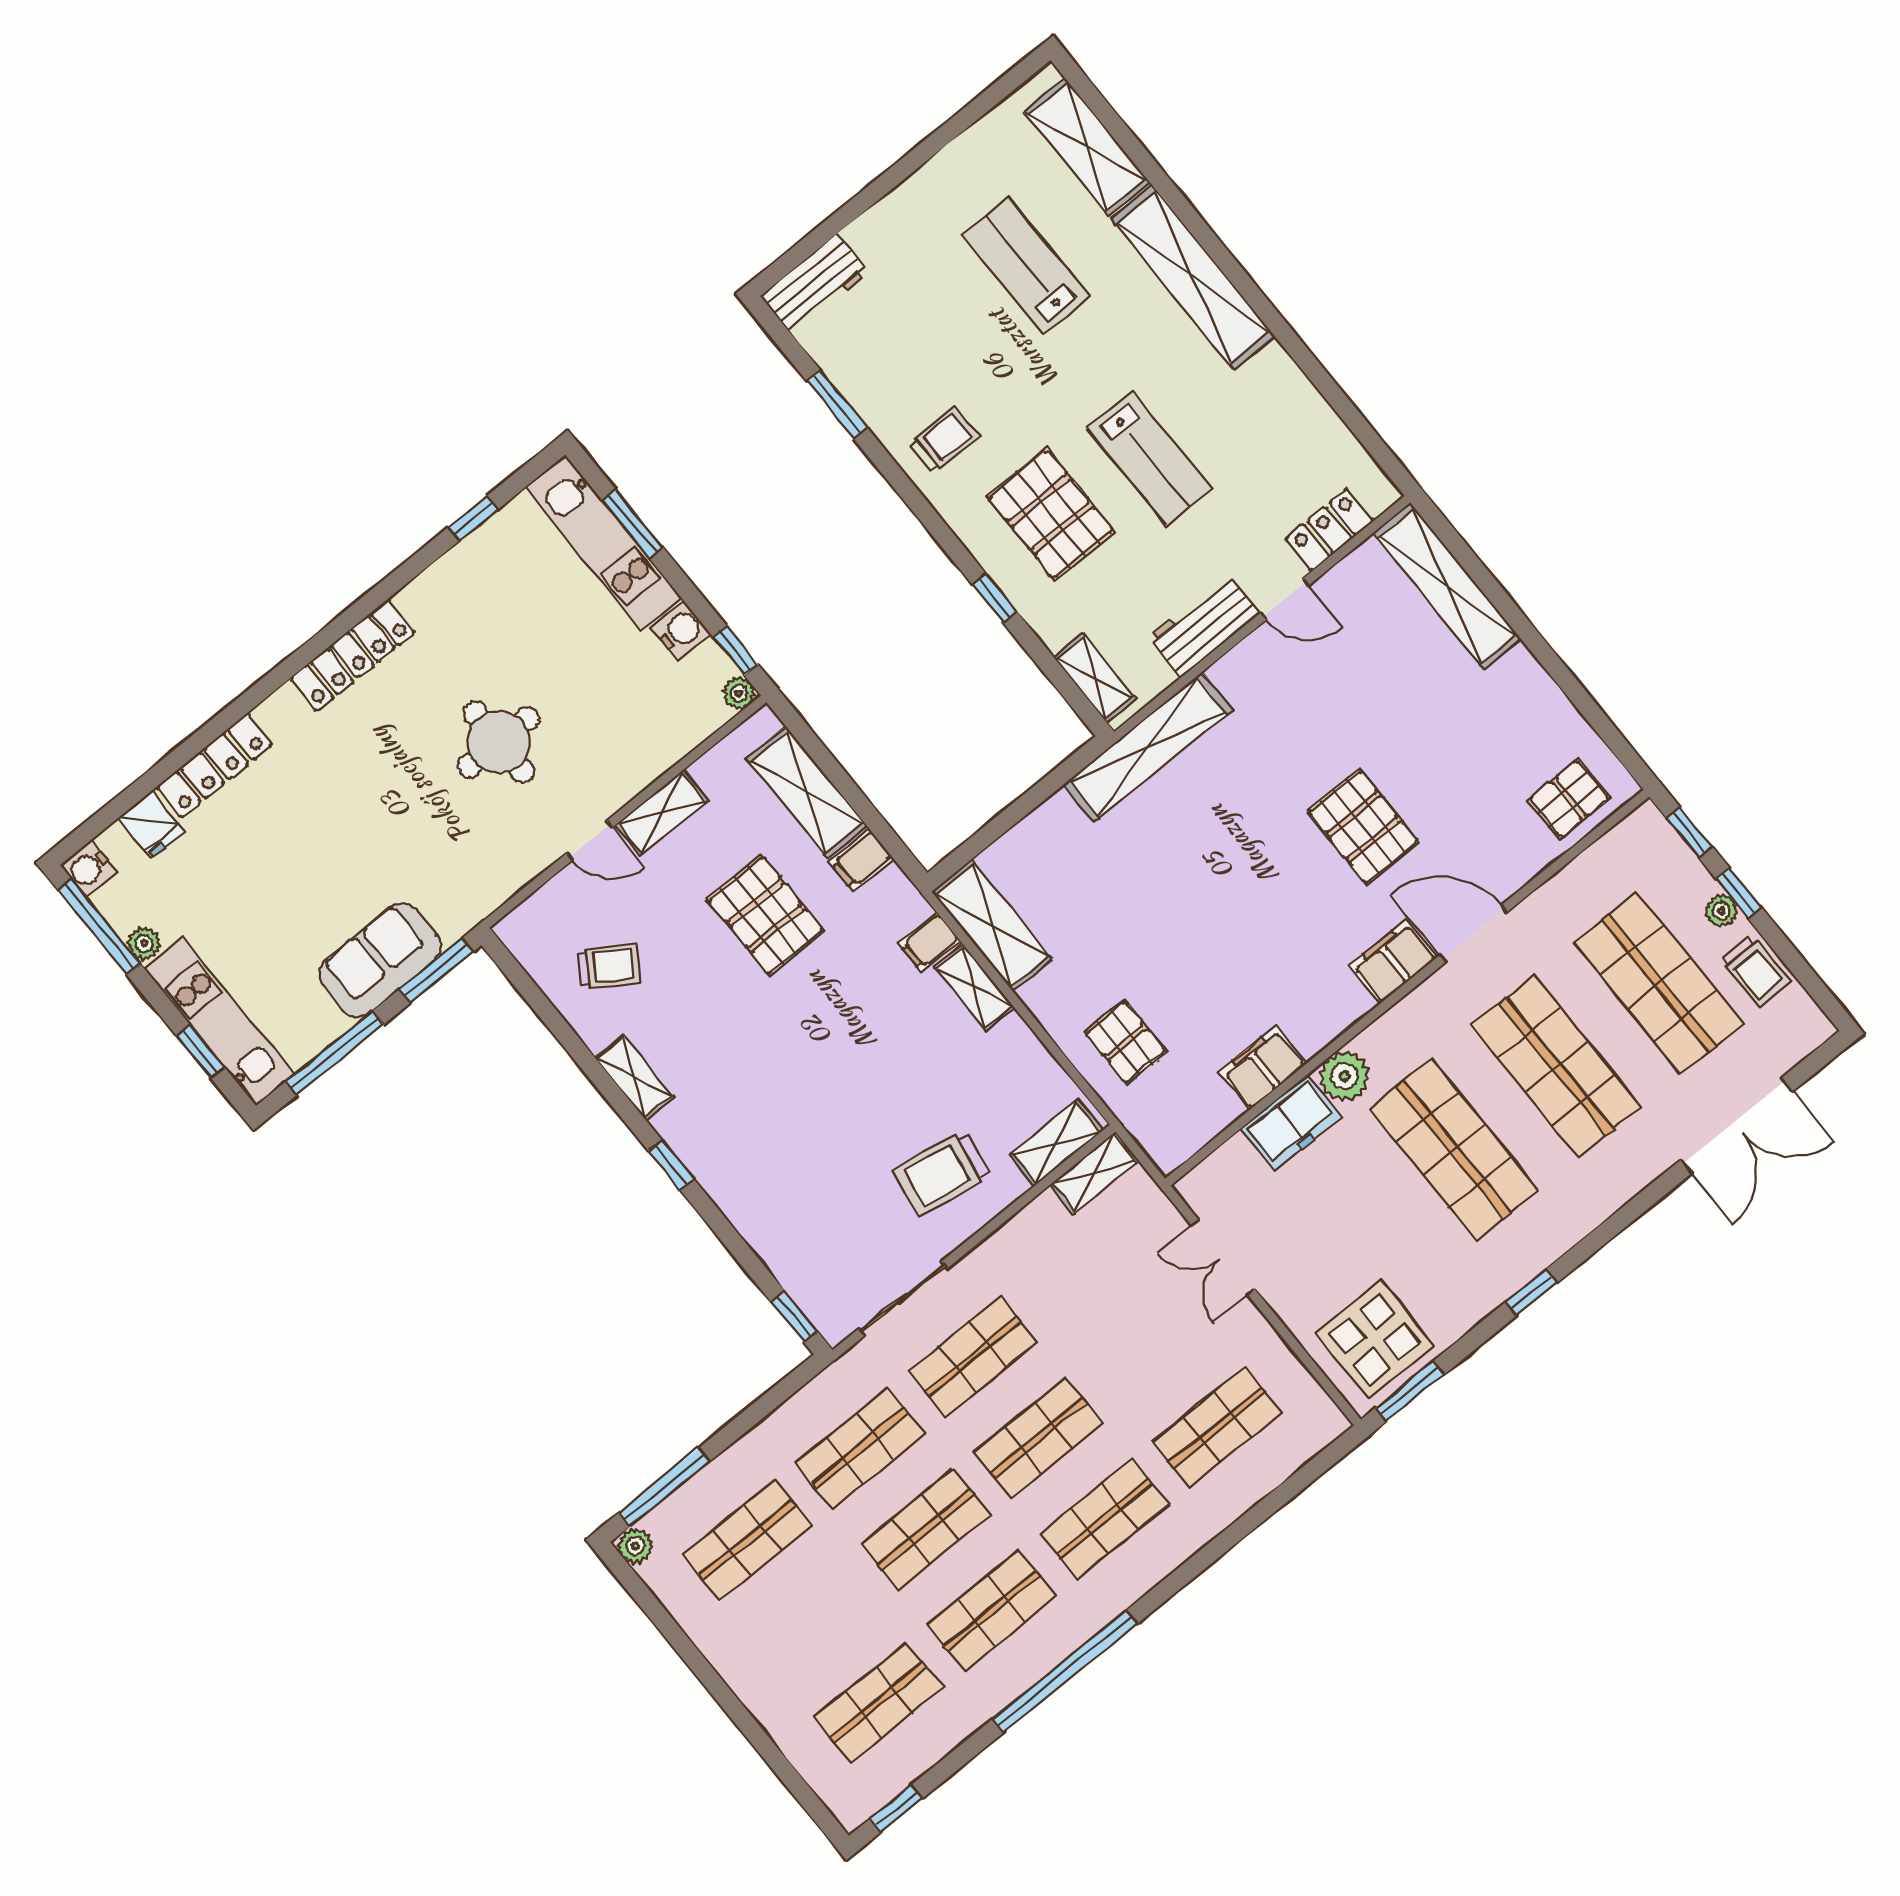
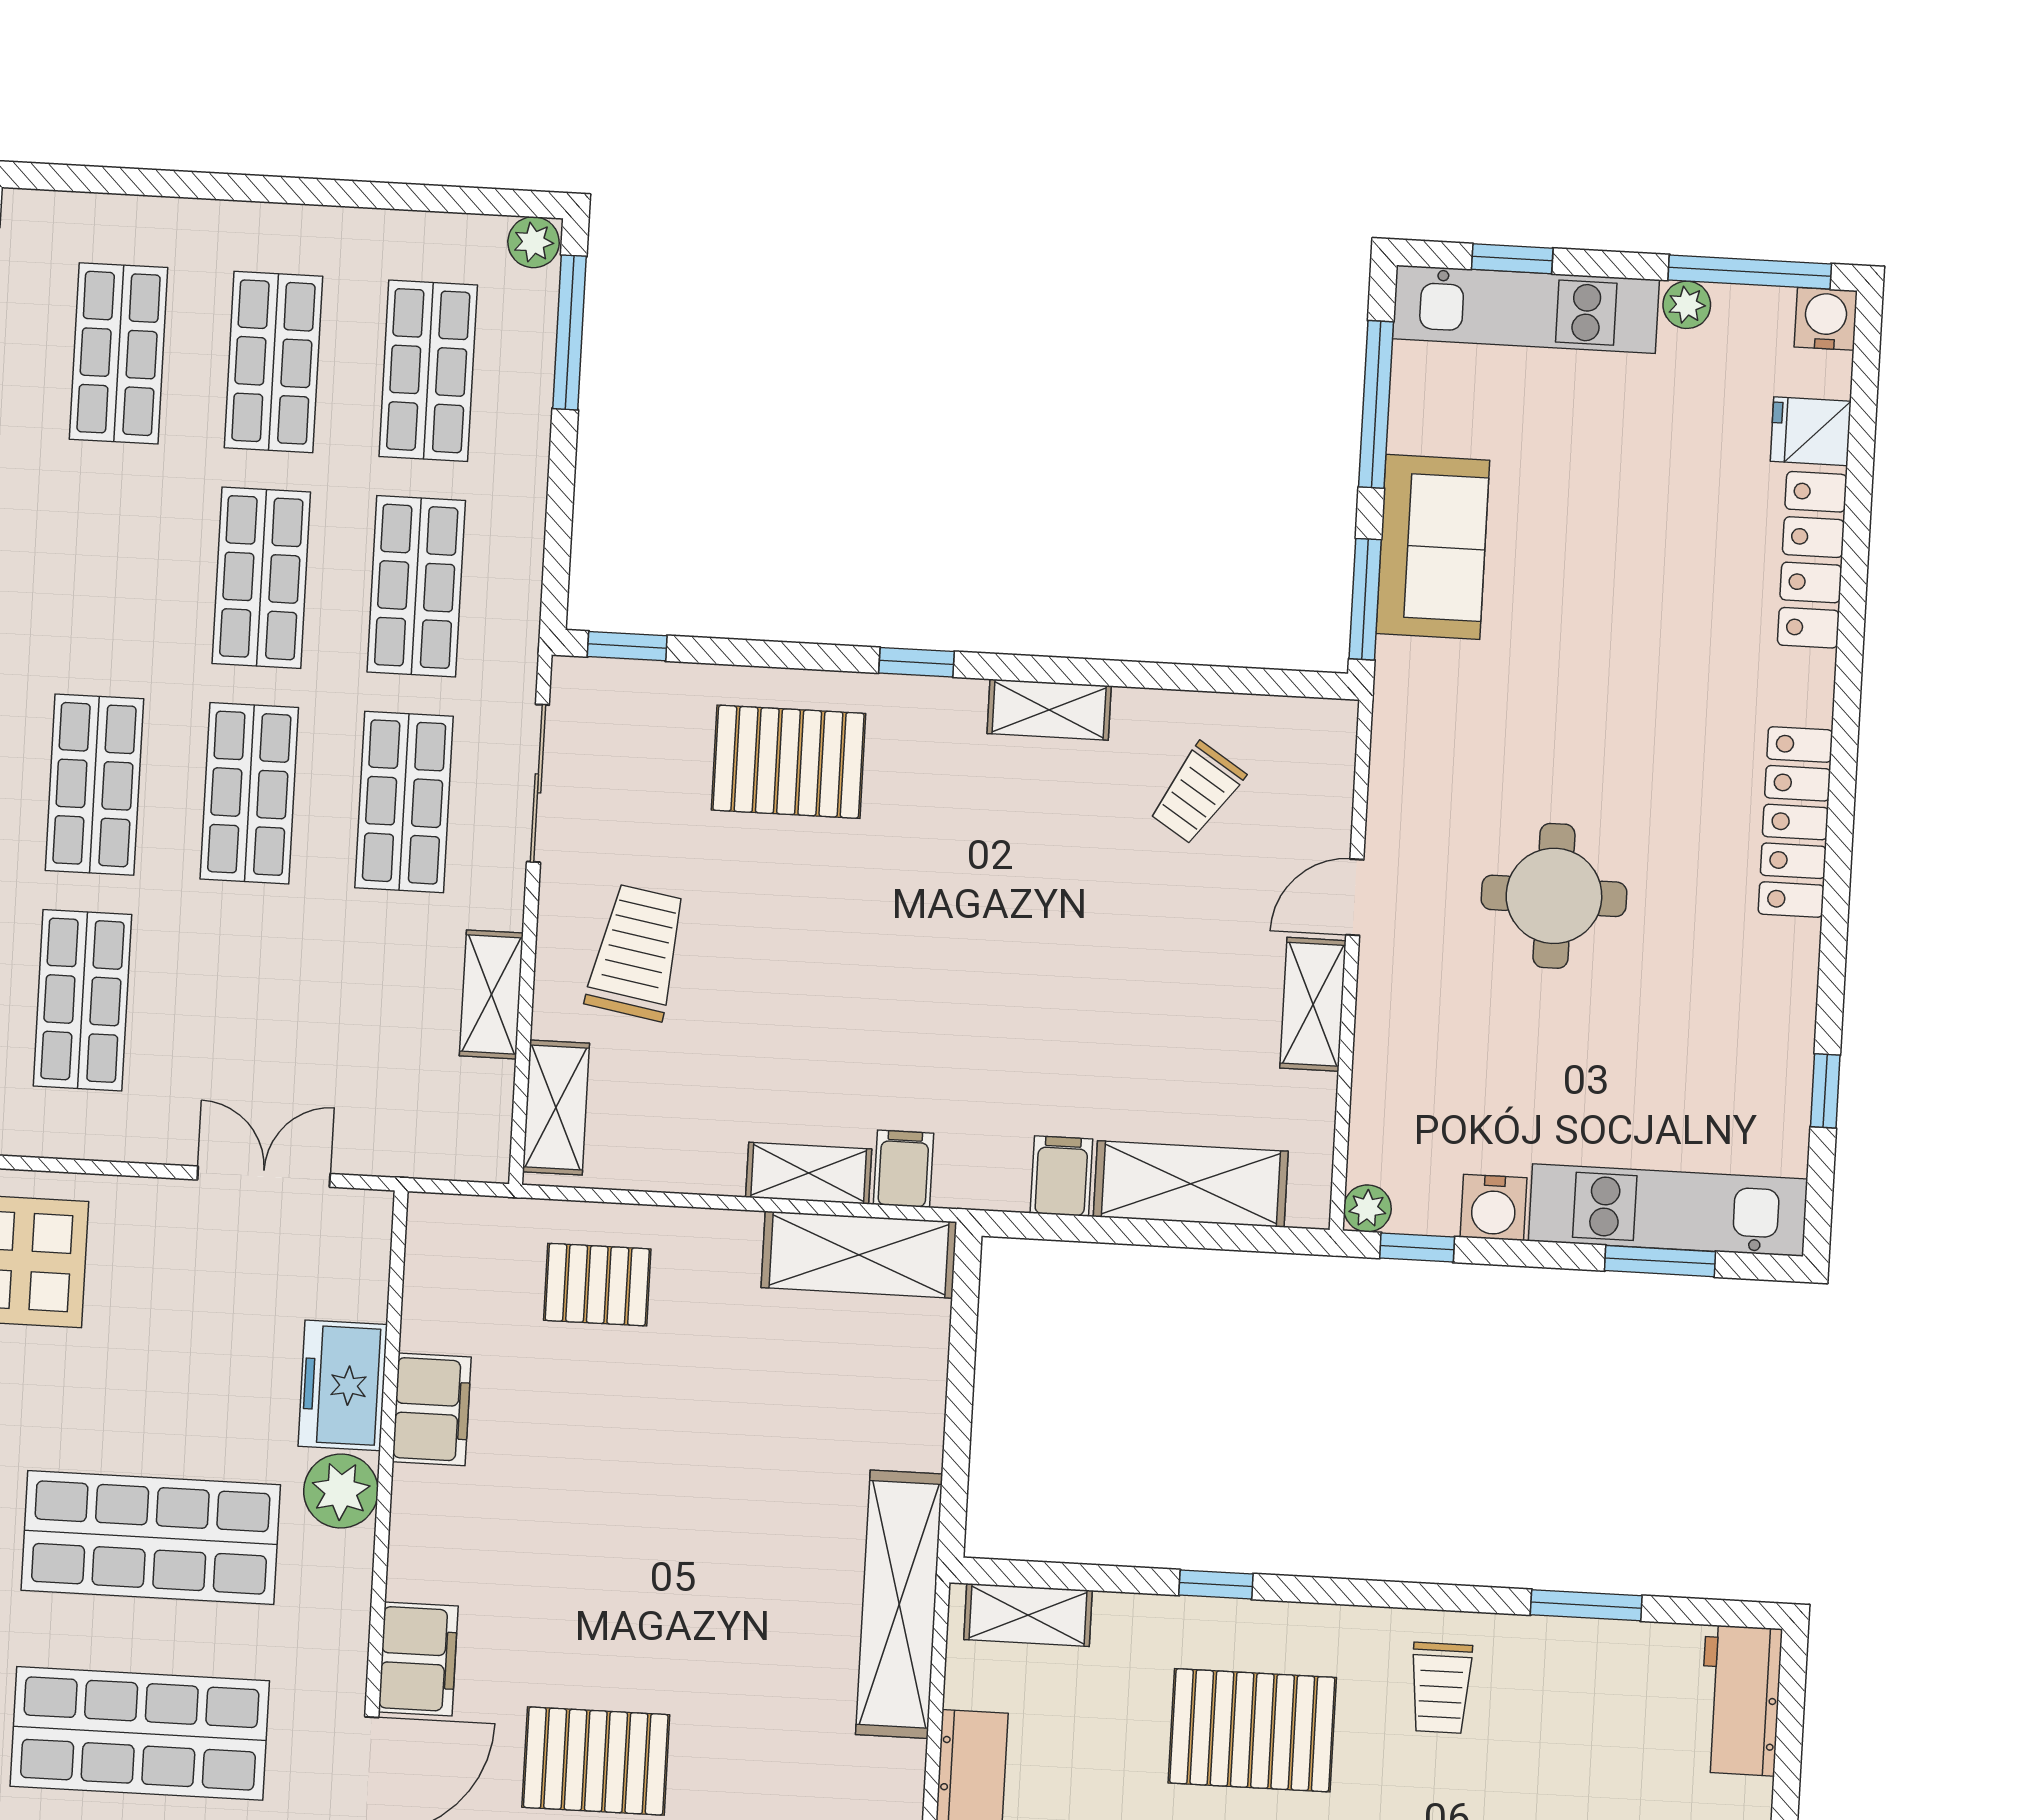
pallet: (766, 915) -> (789, 762), moved
shelving: (1094, 1173) -> (491, 994), moved
shop shelf: (992, 1611) -> (273, 362), moved

